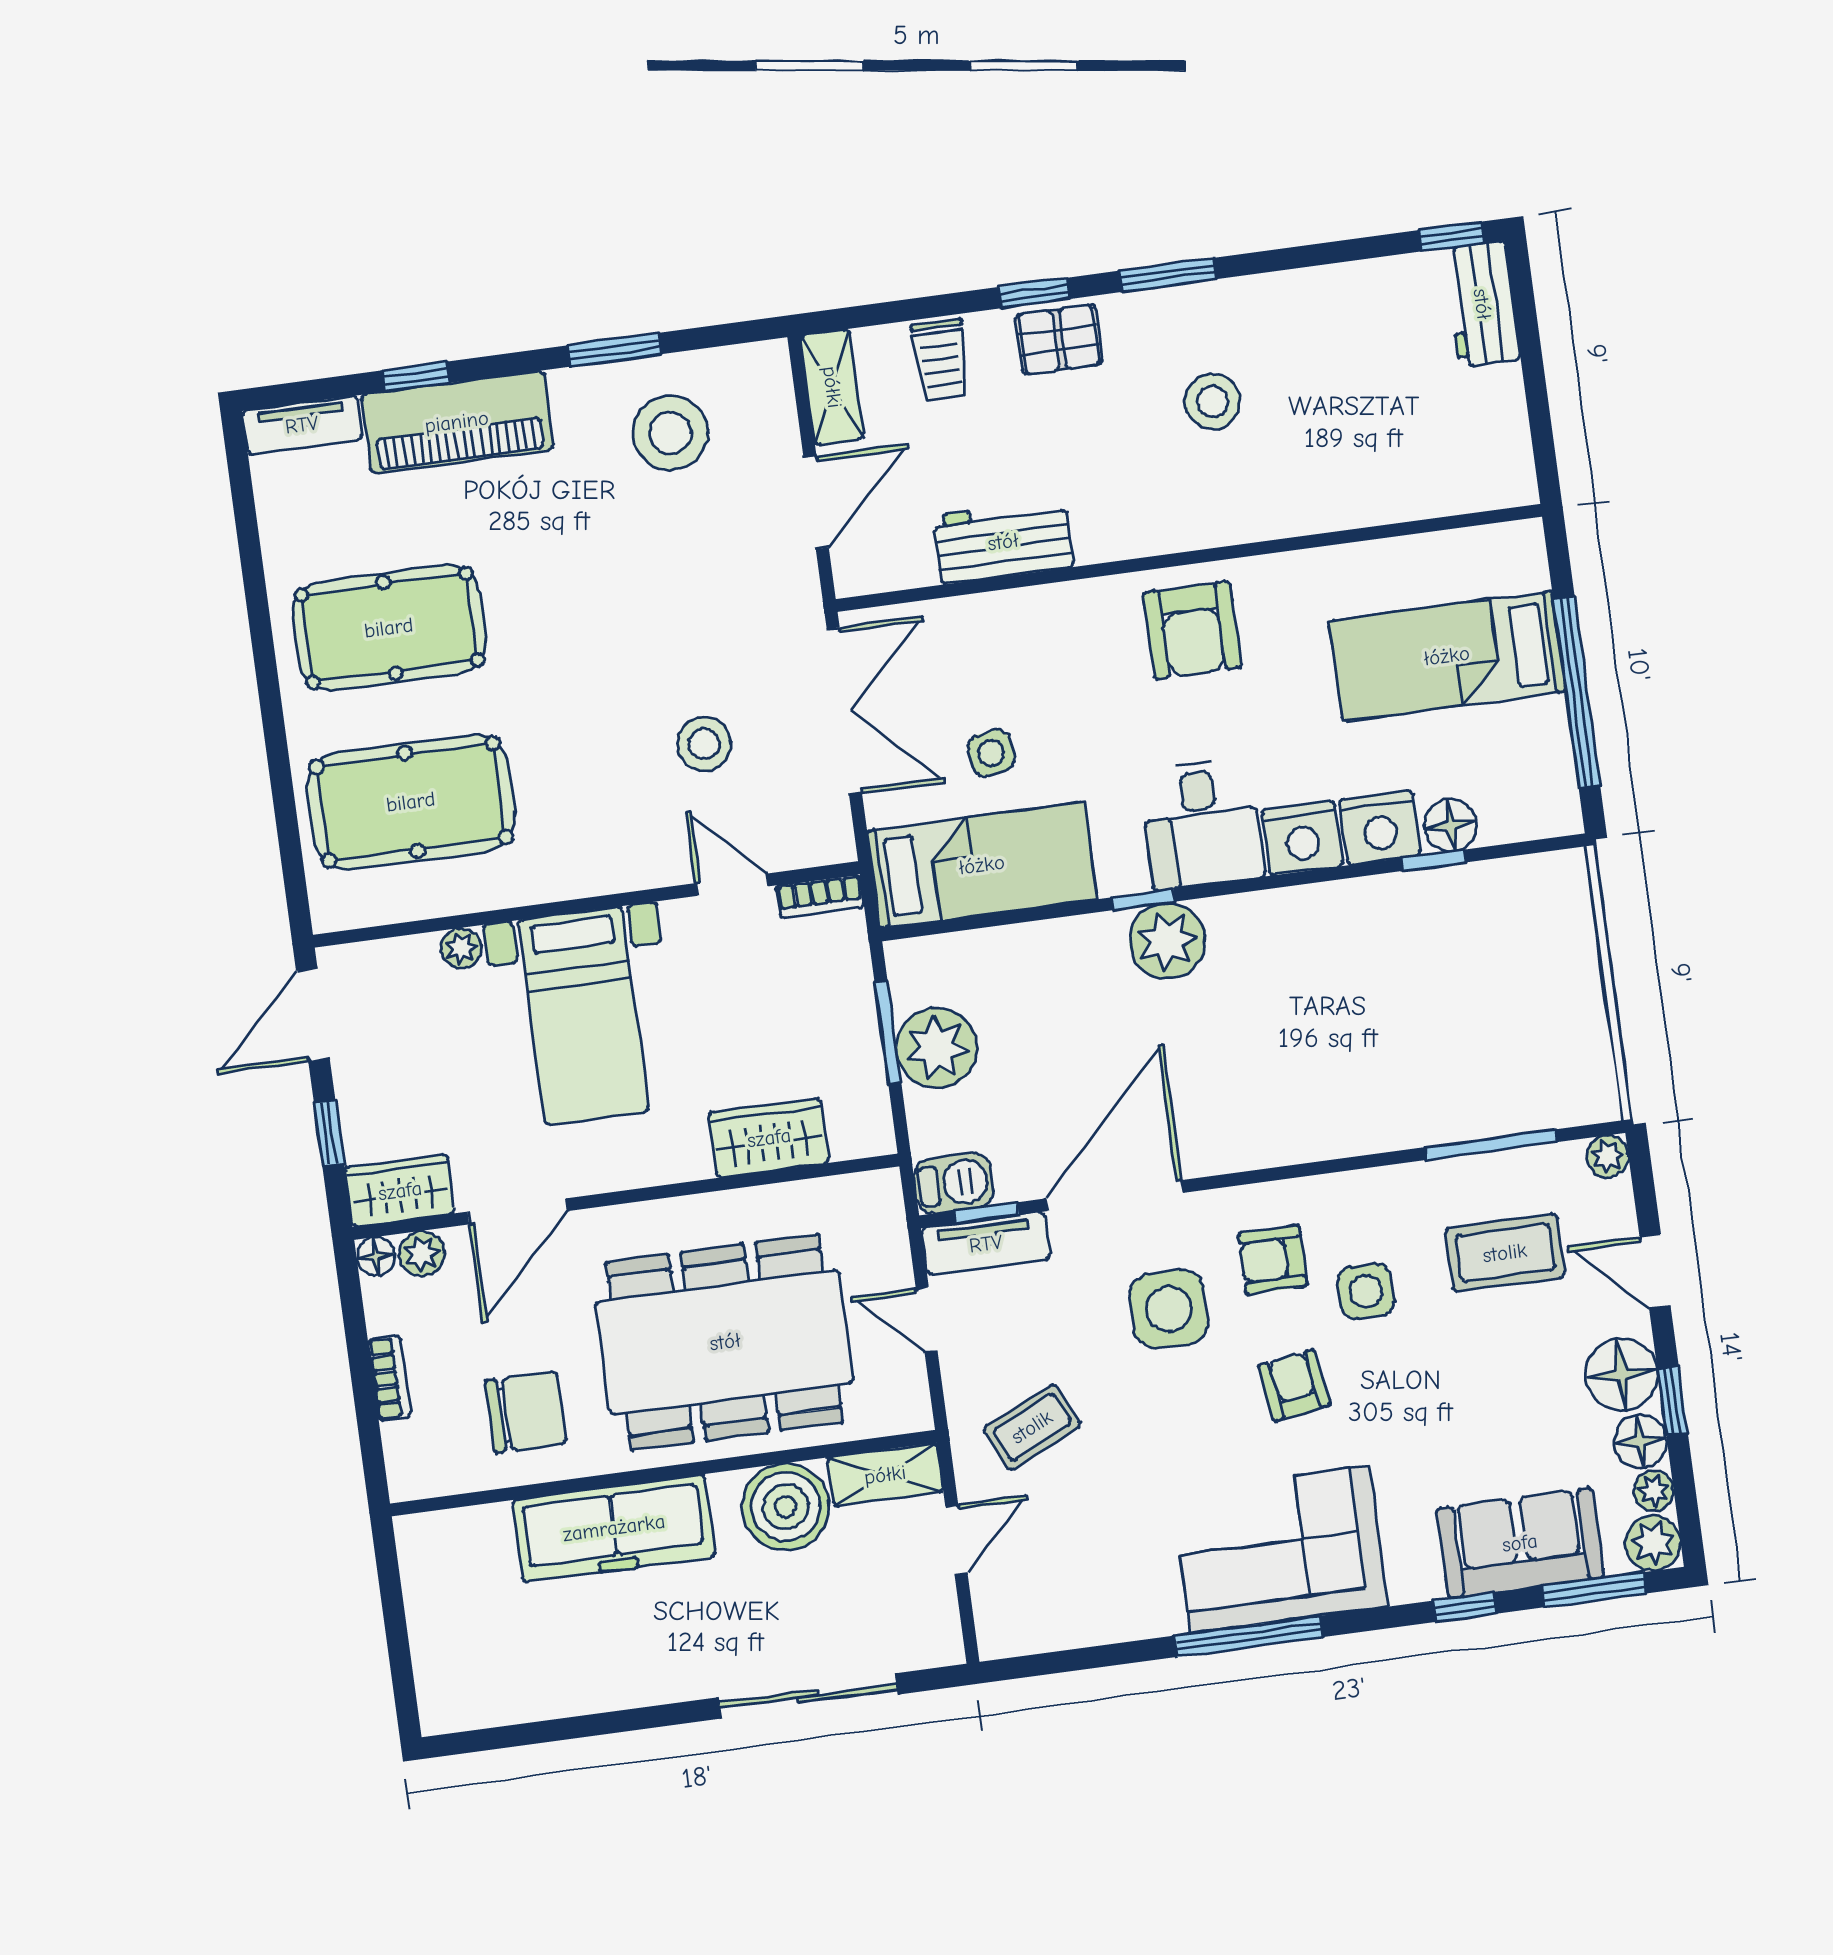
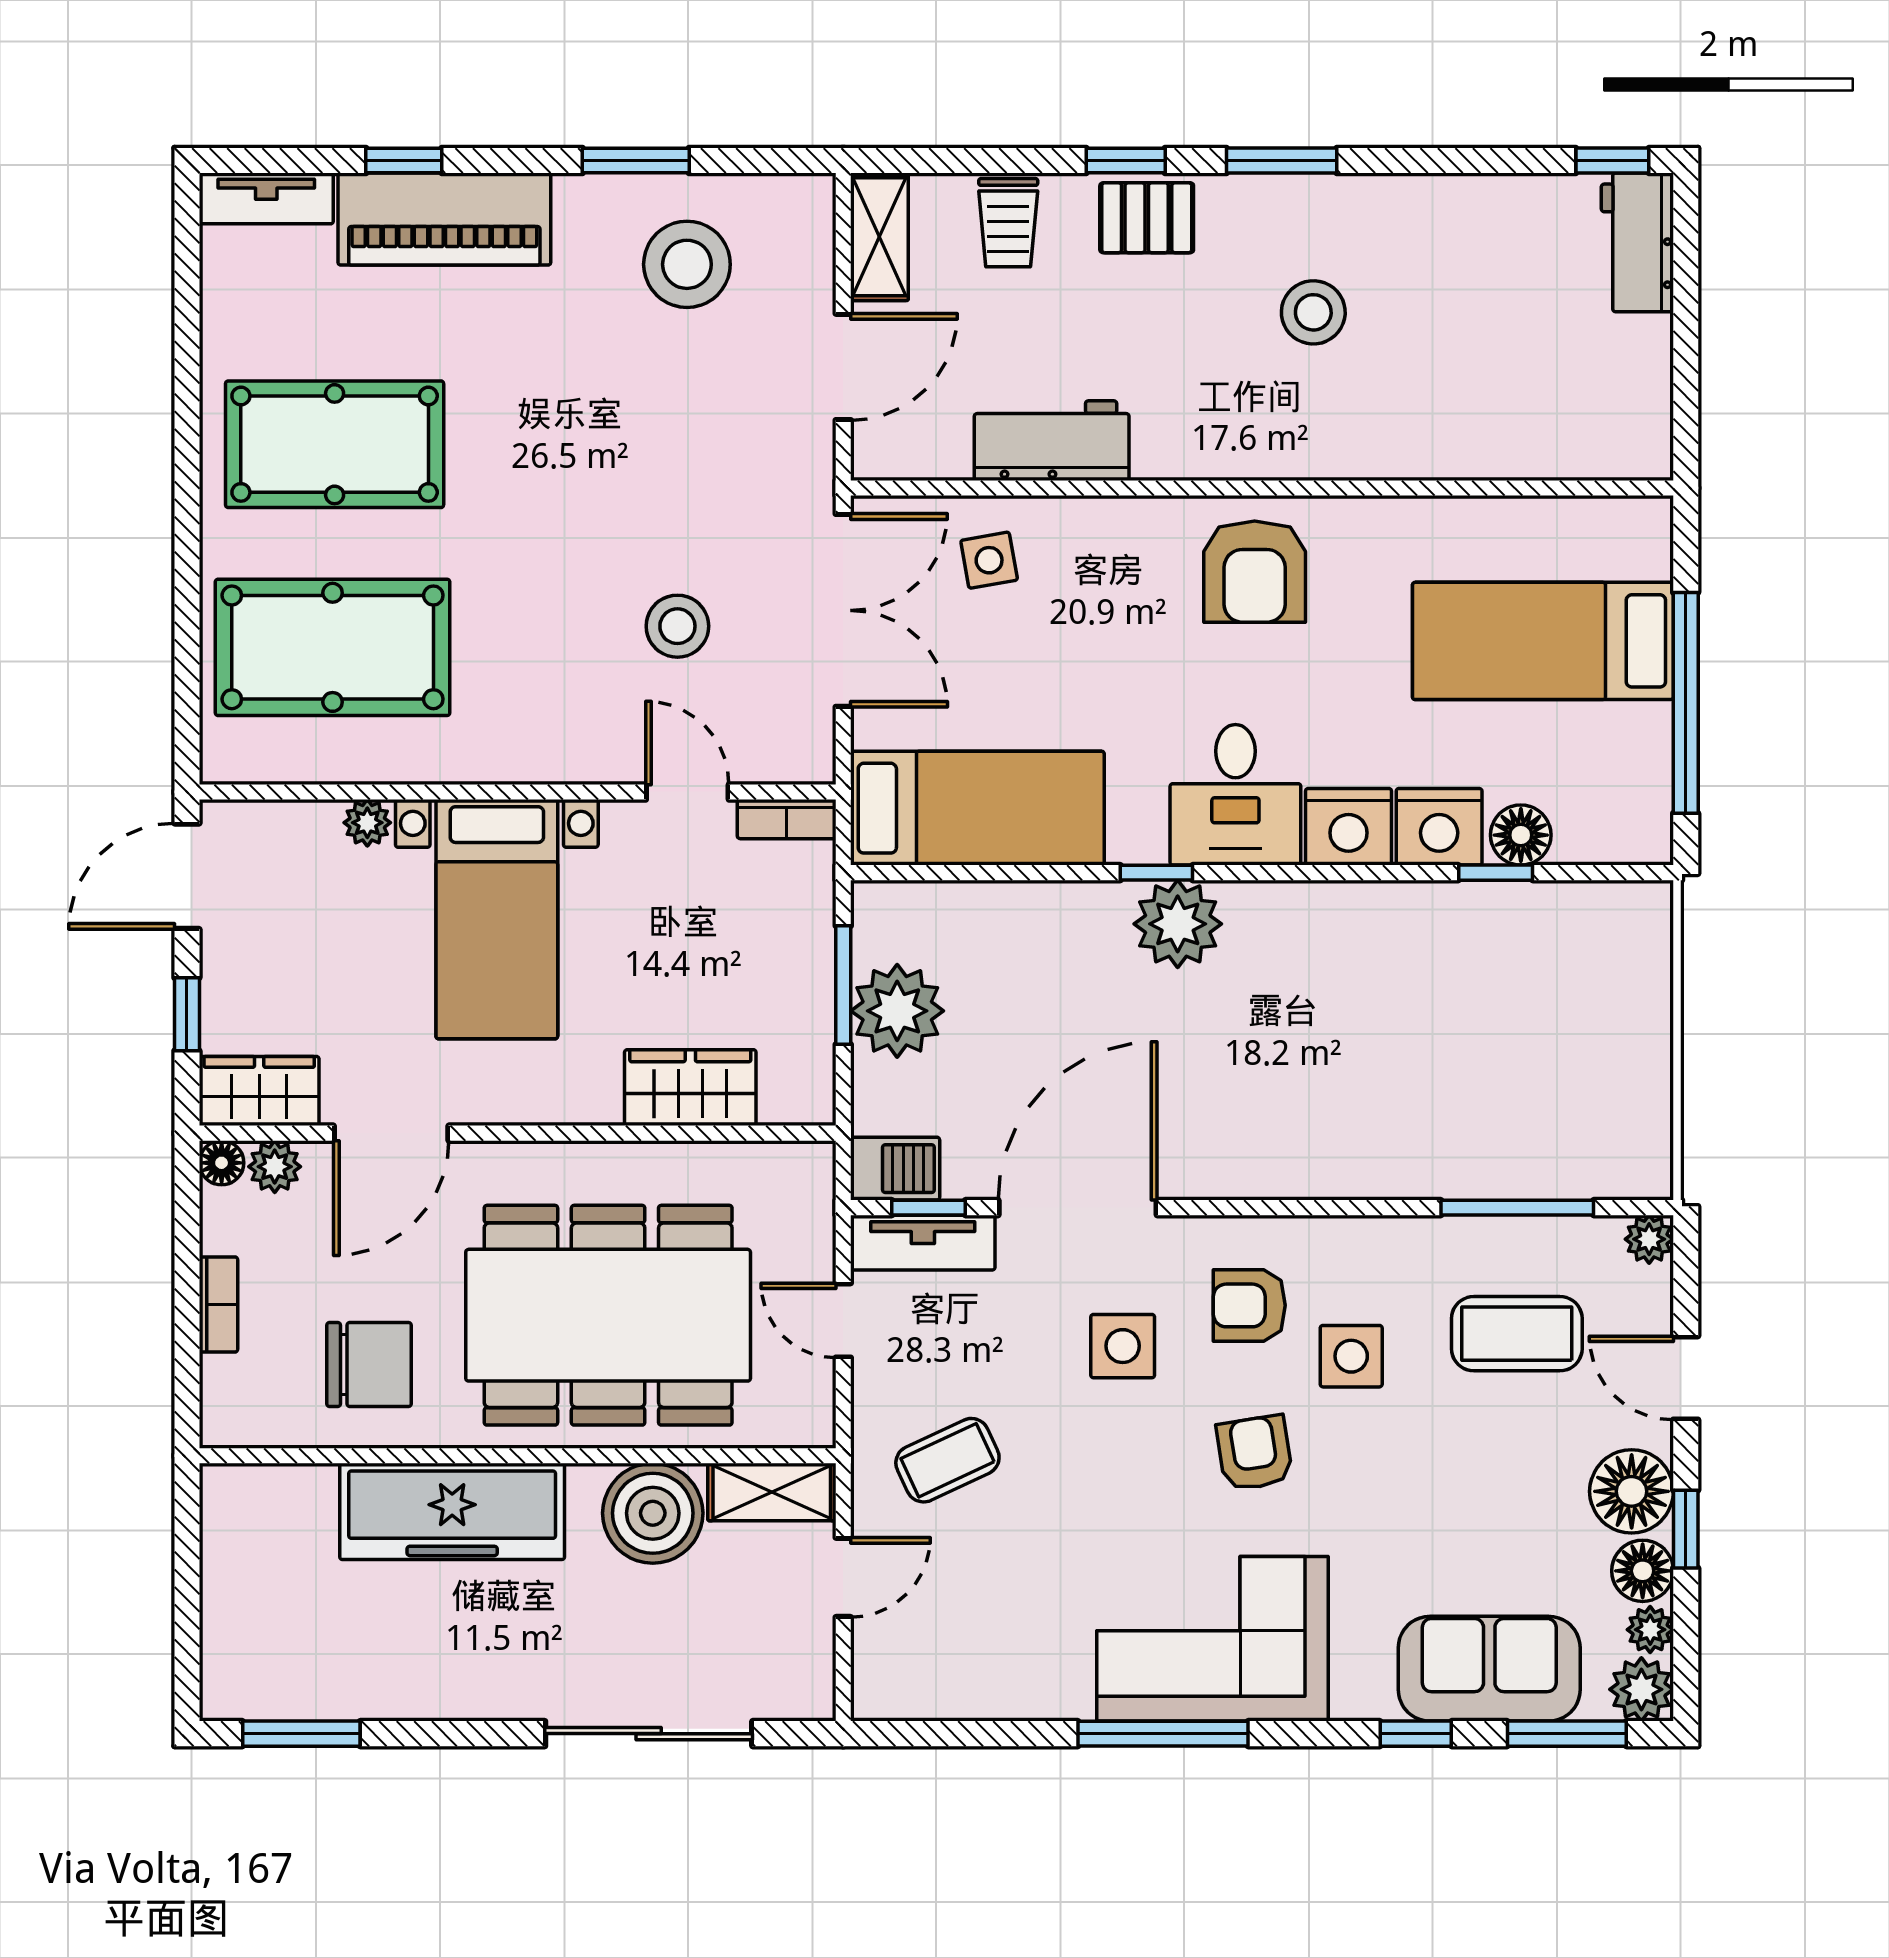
side table: (991, 753) -> (989, 560), moved
side table: (1169, 1309) -> (1123, 1346), width x0.73, depth x0.73
window: (510, 1736) -> (301, 1734), added

